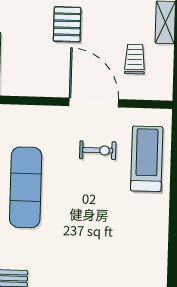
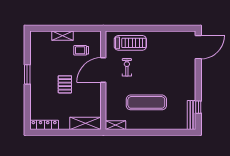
pallet: (67, 24) -> (65, 84), turned 90
treadmill: (147, 159) -> (130, 43), turned 180

